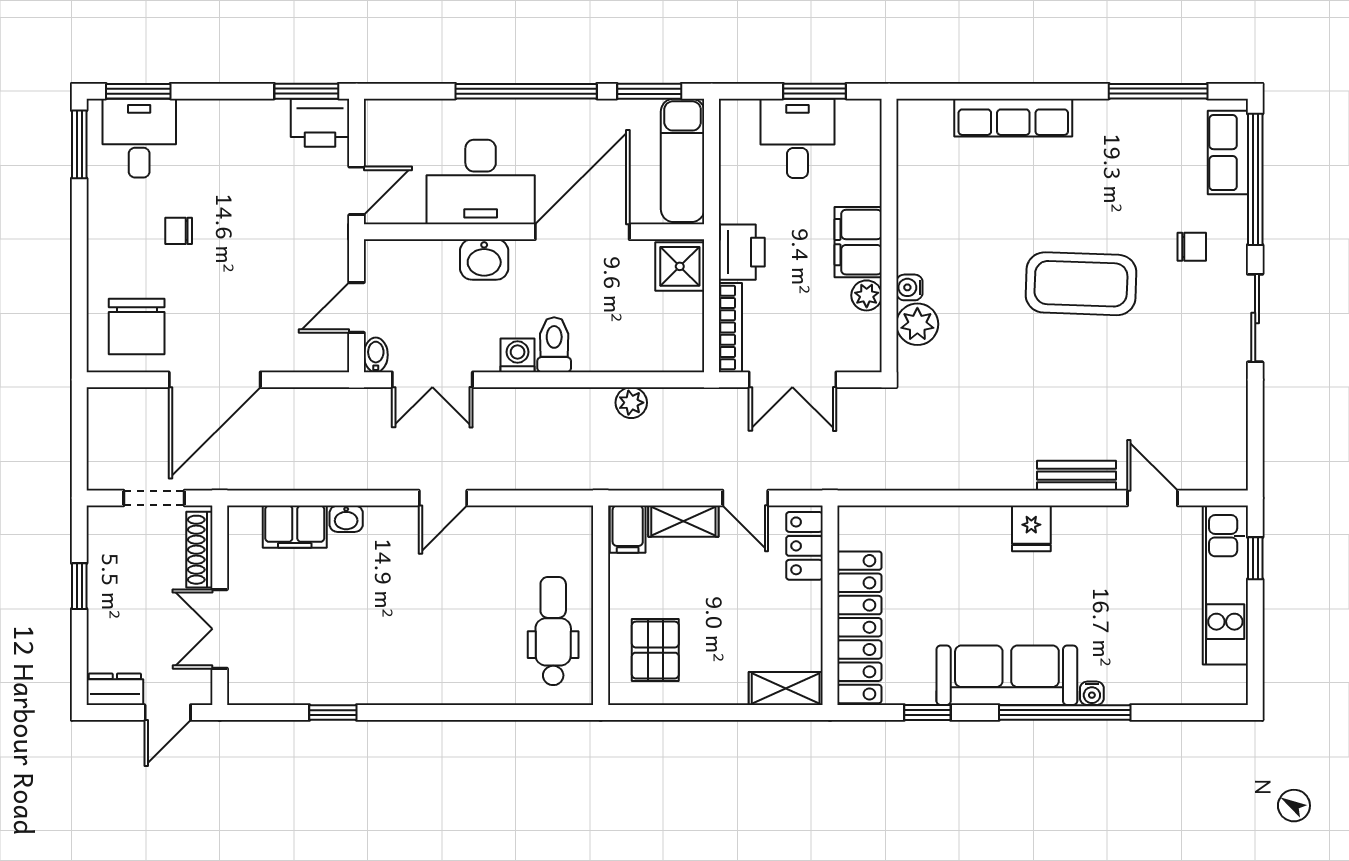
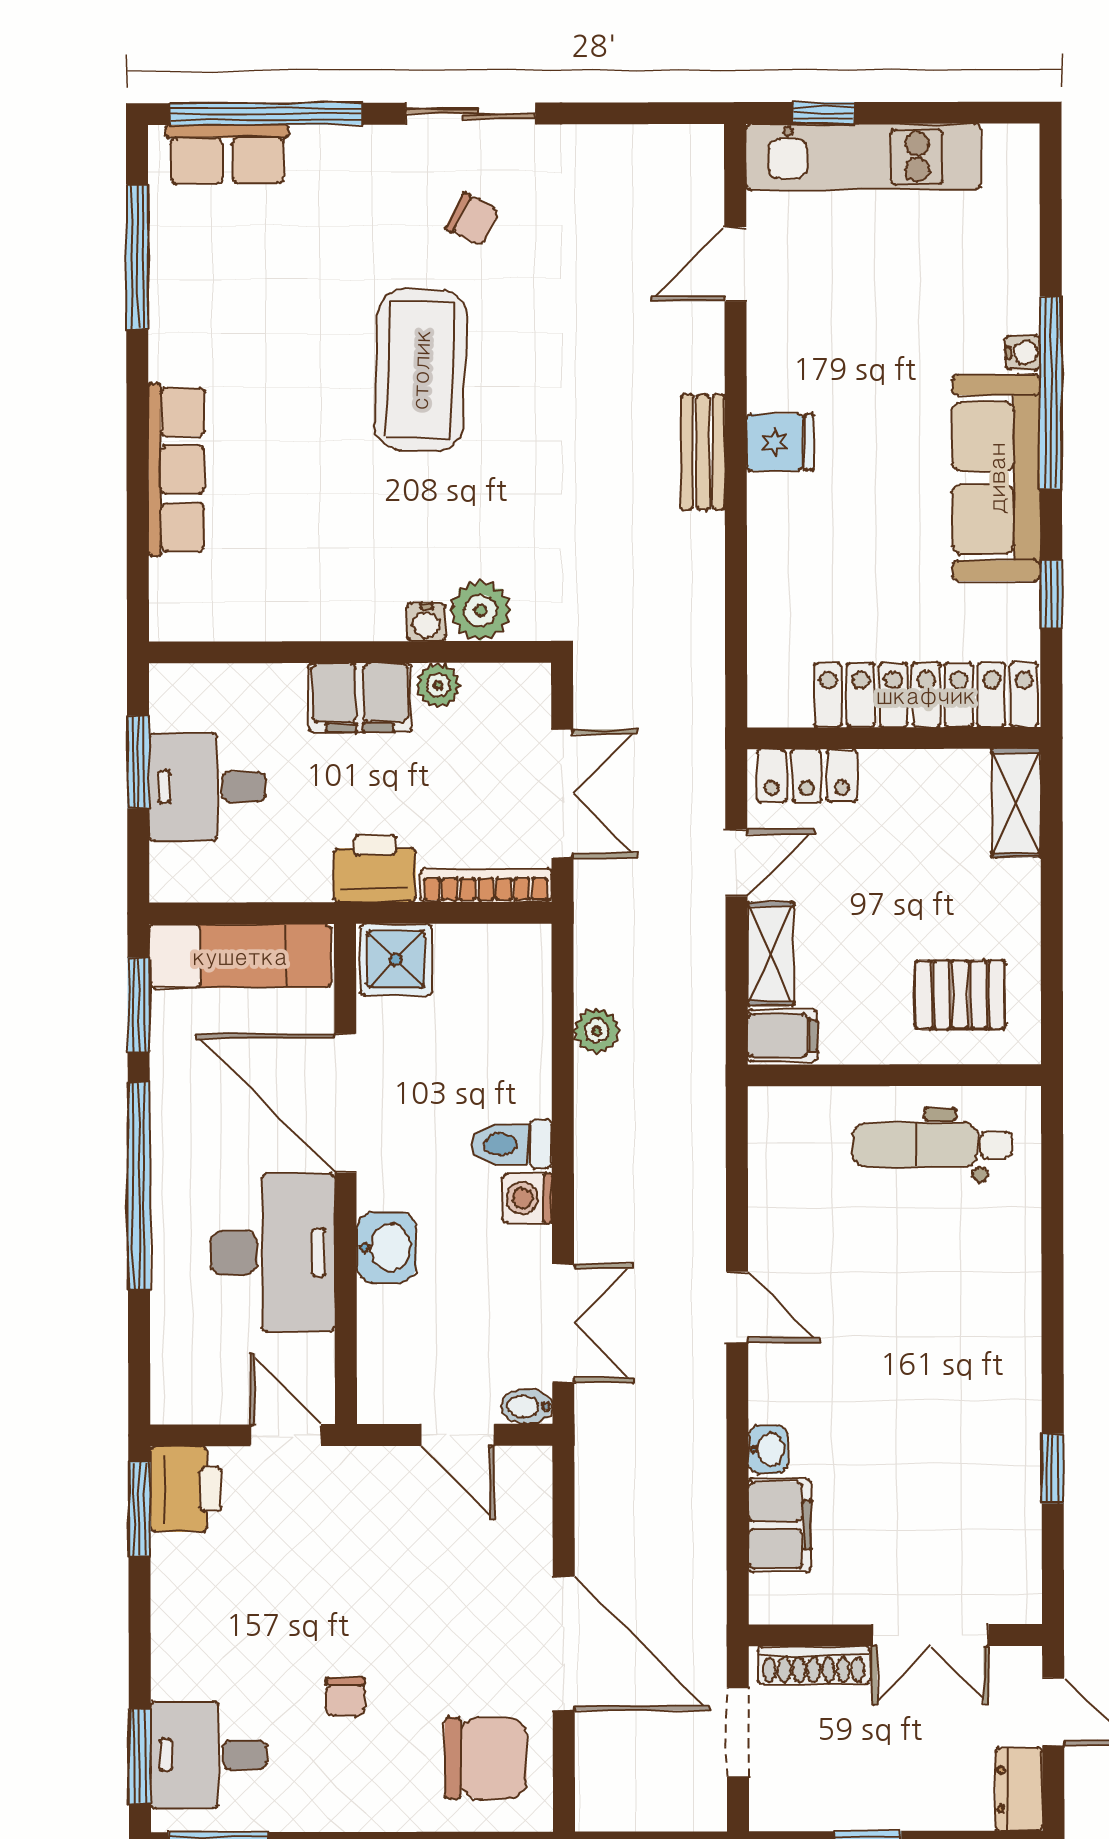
chair: (1192, 247) -> (473, 220), moved, turned 117
bench: (1077, 476) -> (703, 452), moved

